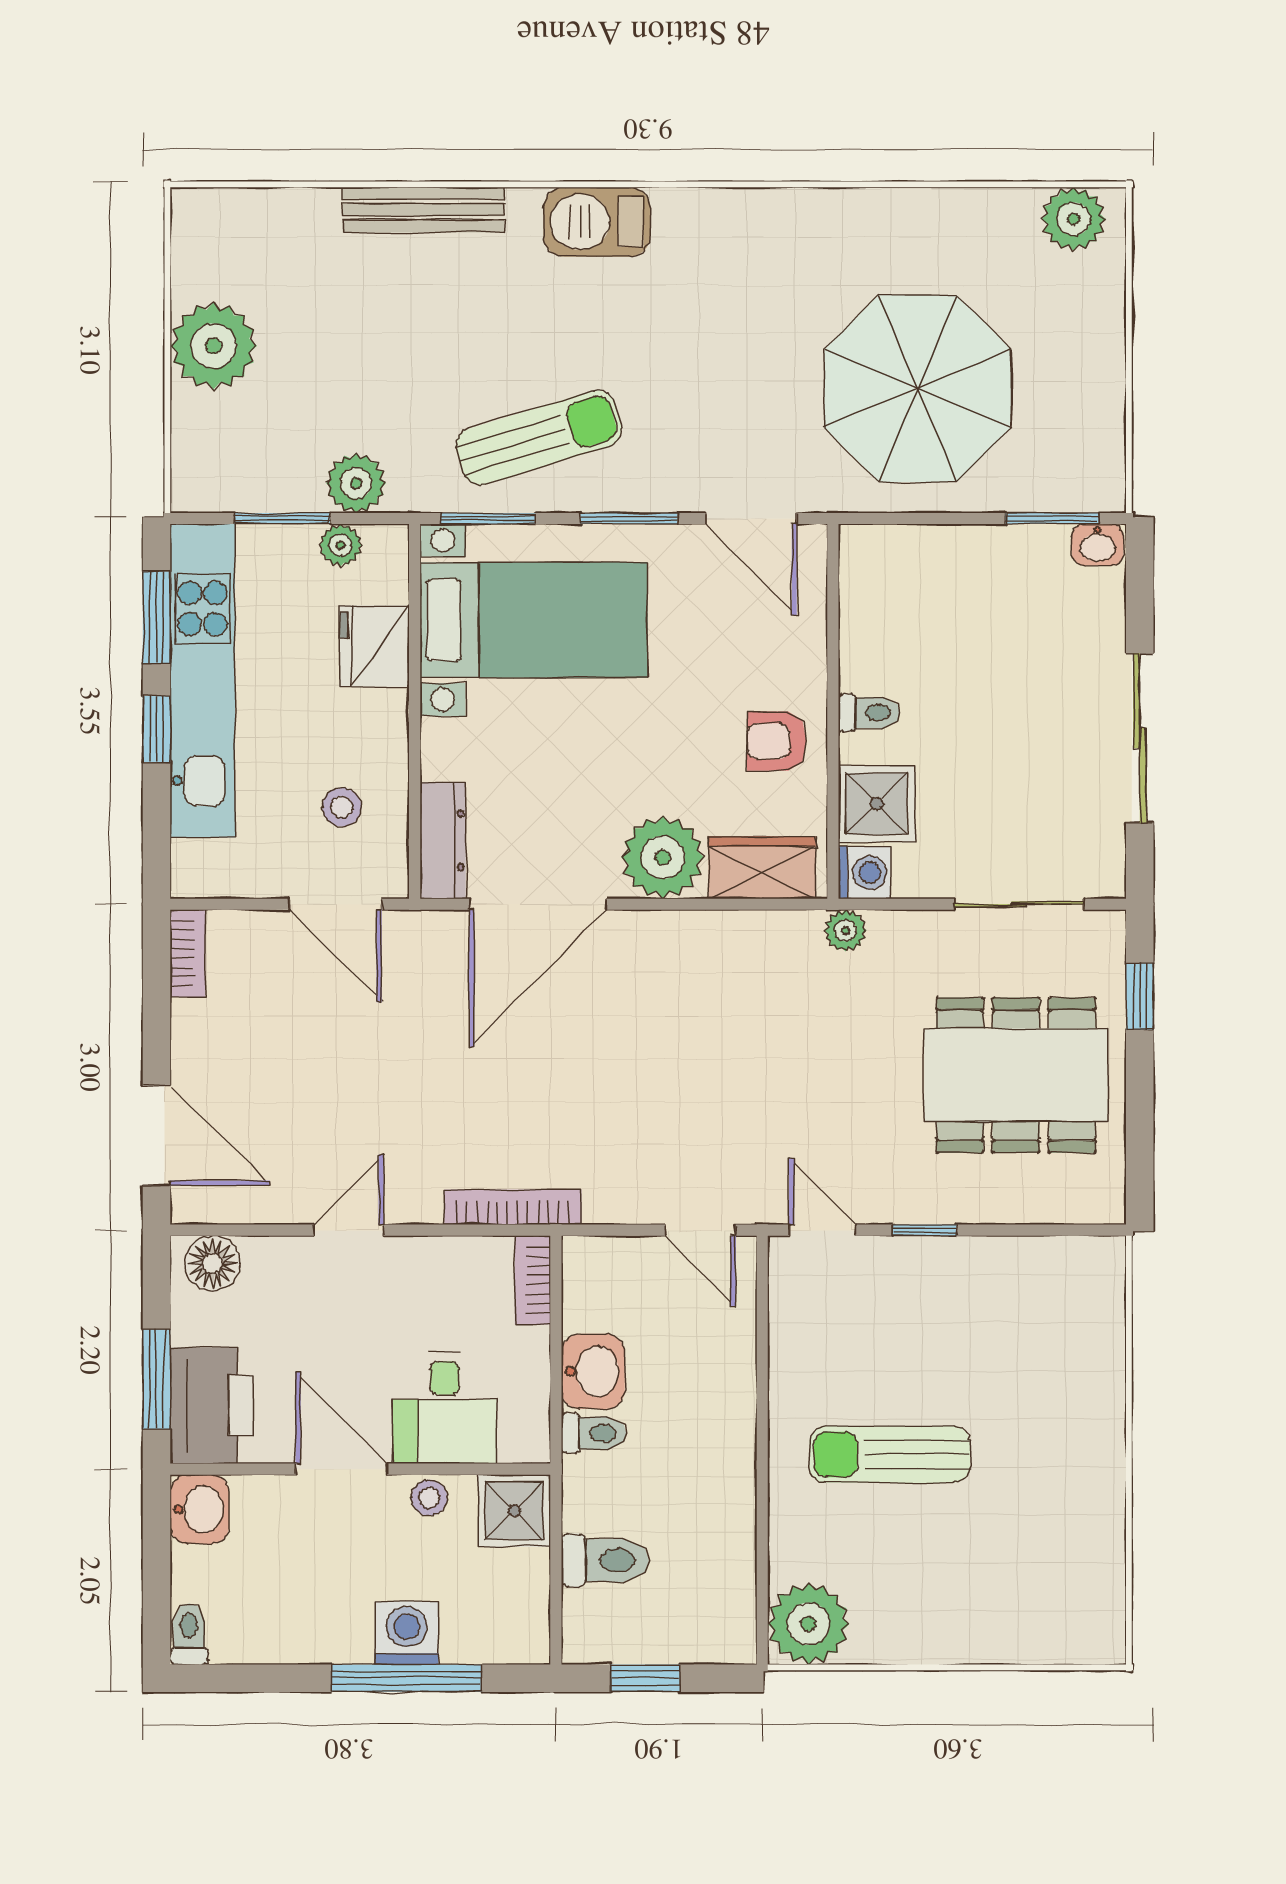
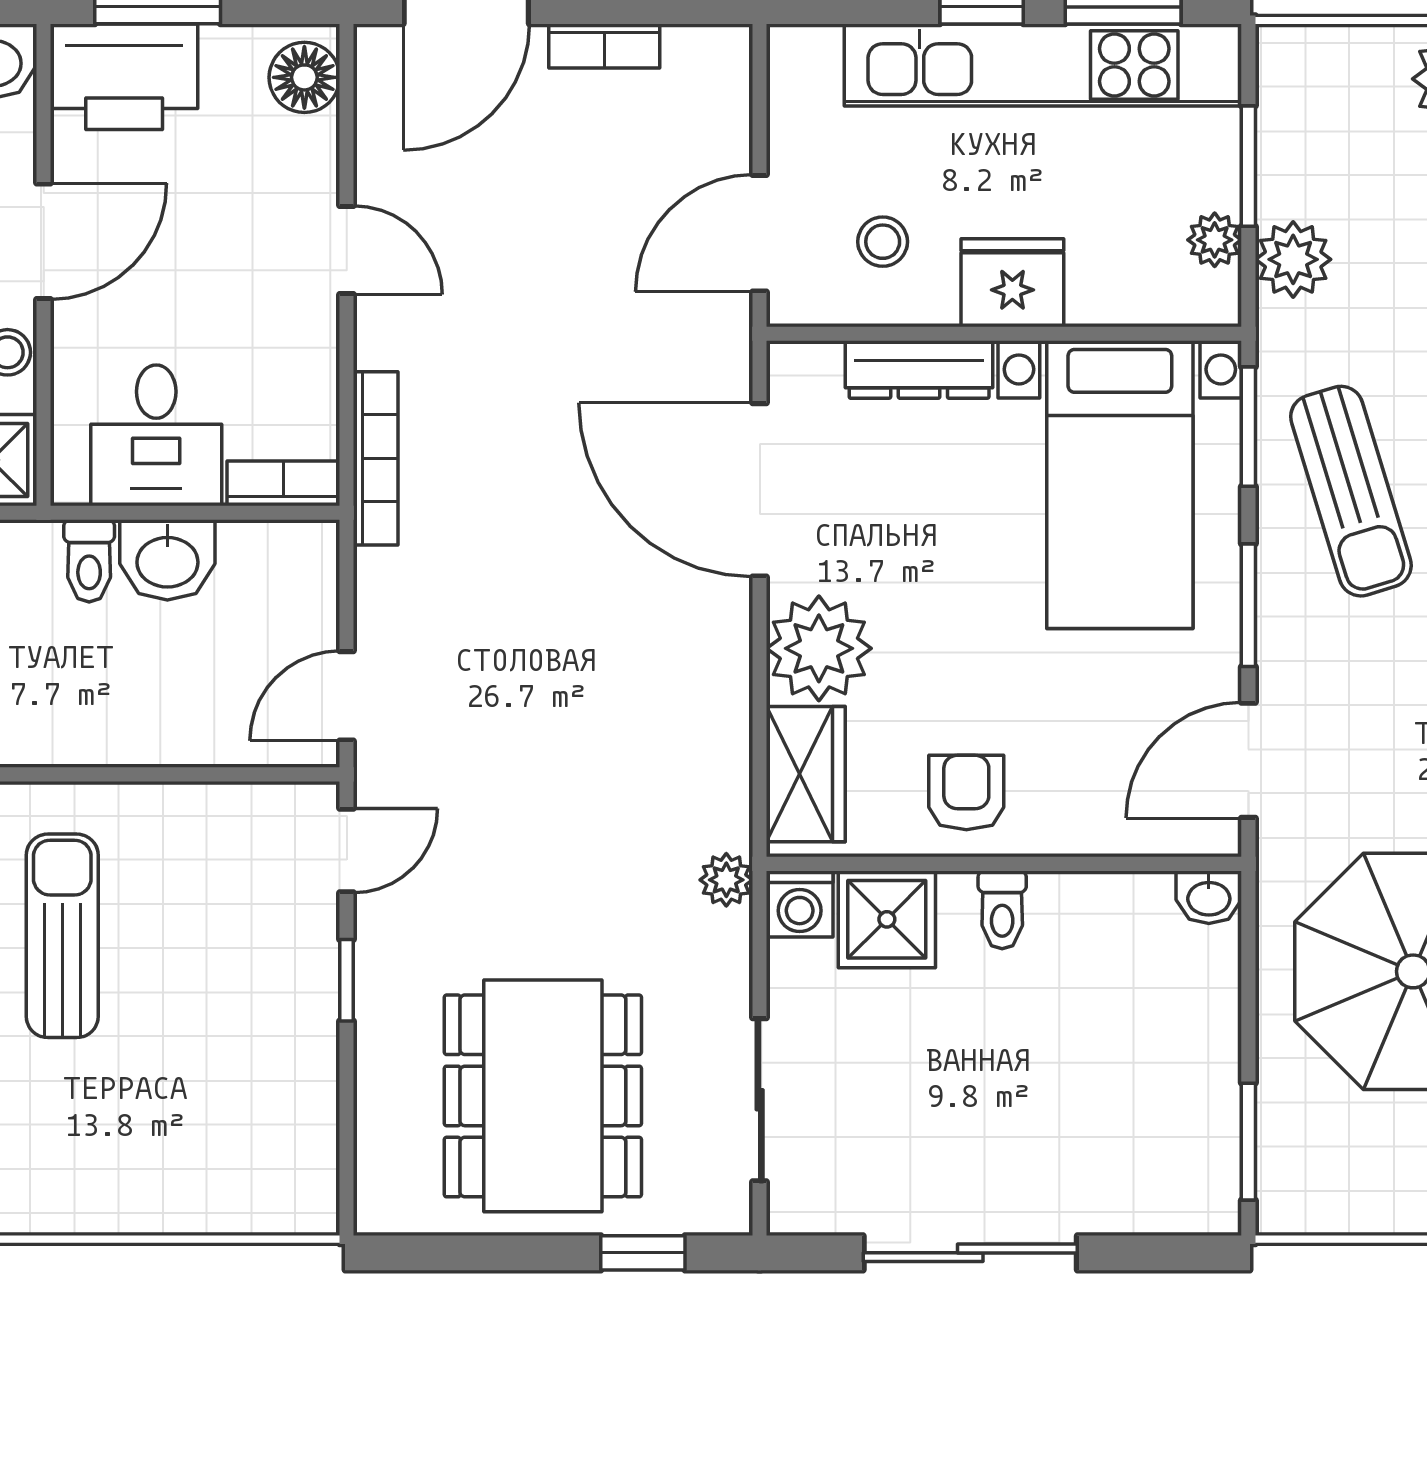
washbasin: (1098, 545) -> (1209, 897), moved, turned -90
fridge: (374, 646) -> (1012, 283), moved
dresser: (443, 841) -> (919, 369), moved
bookcase: (188, 953) -> (604, 46), moved
desk: (445, 1408) -> (156, 435), moved, turned -90

